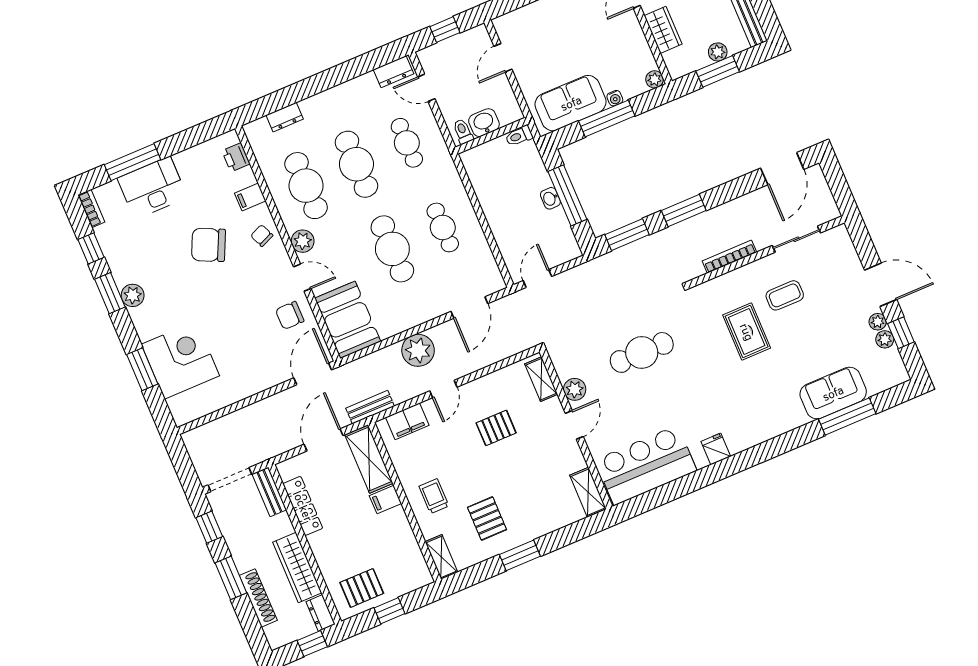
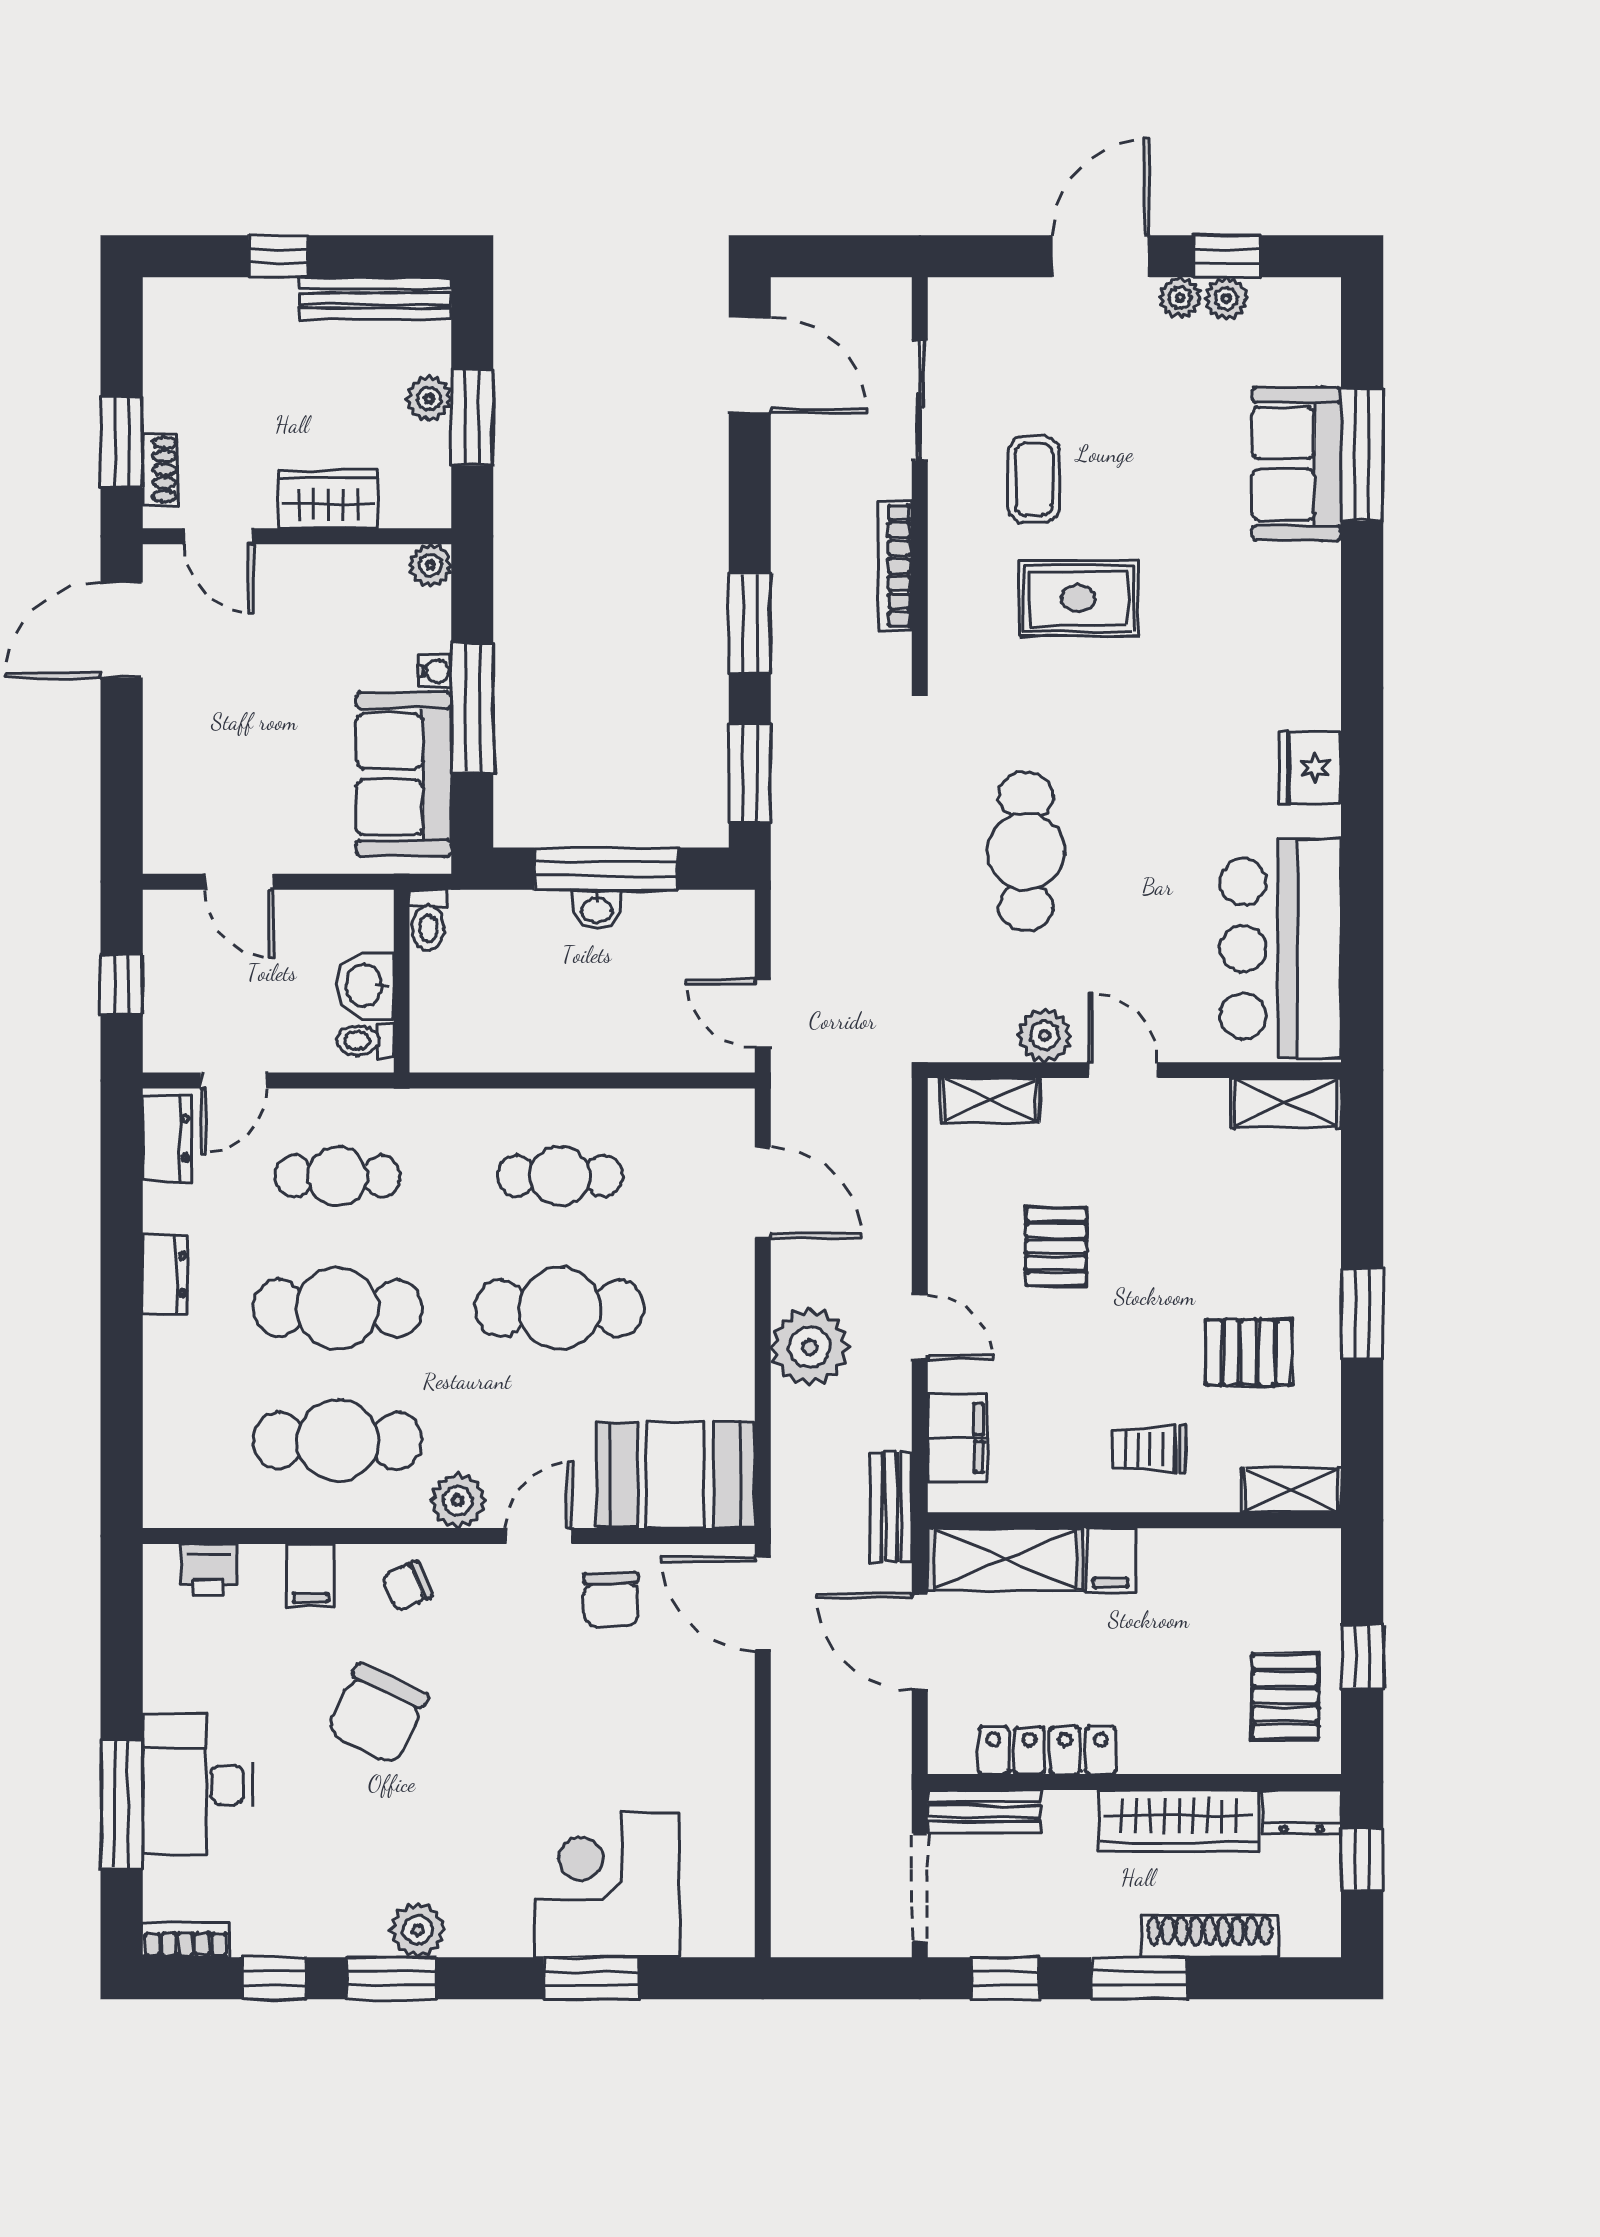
dresser: (285, 117) -> (165, 1274), moved
fridge: (716, 449) -> (1310, 768), width x1.38

